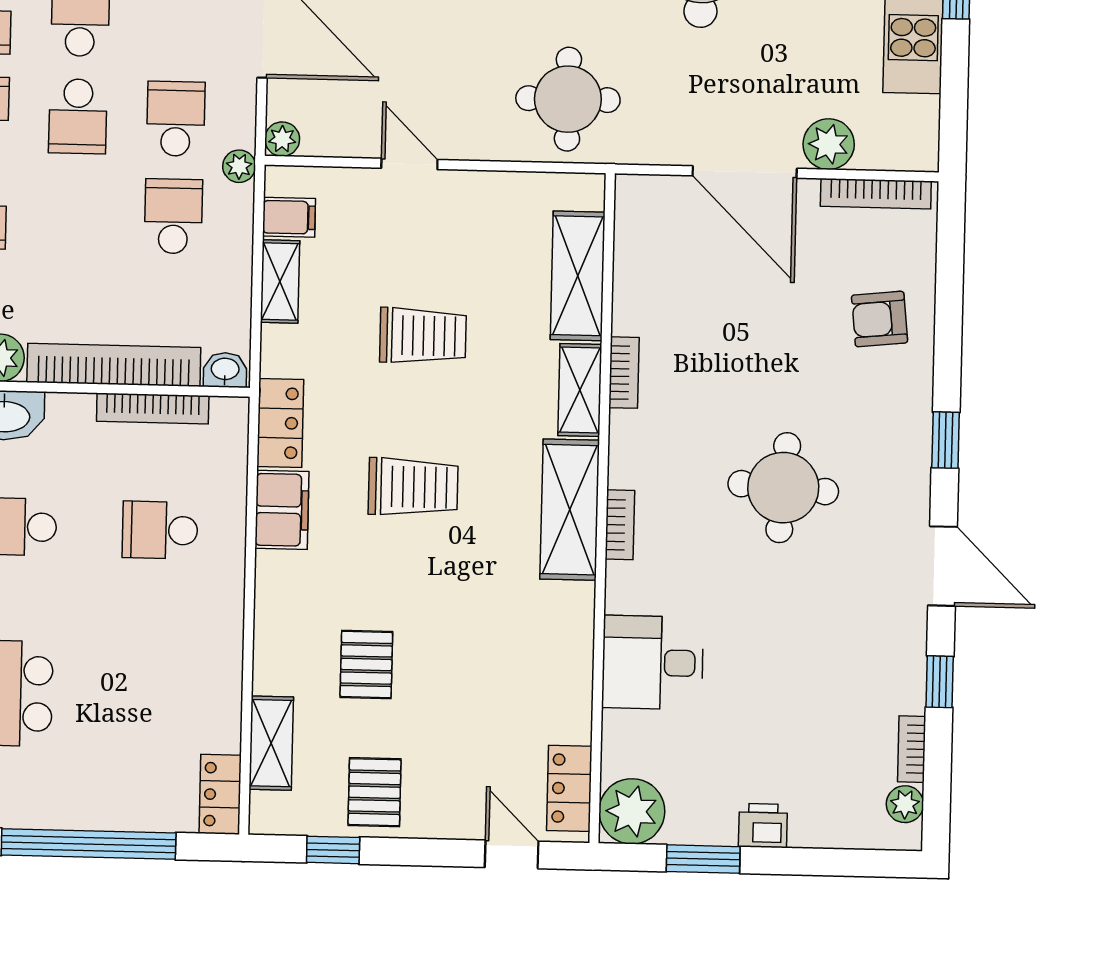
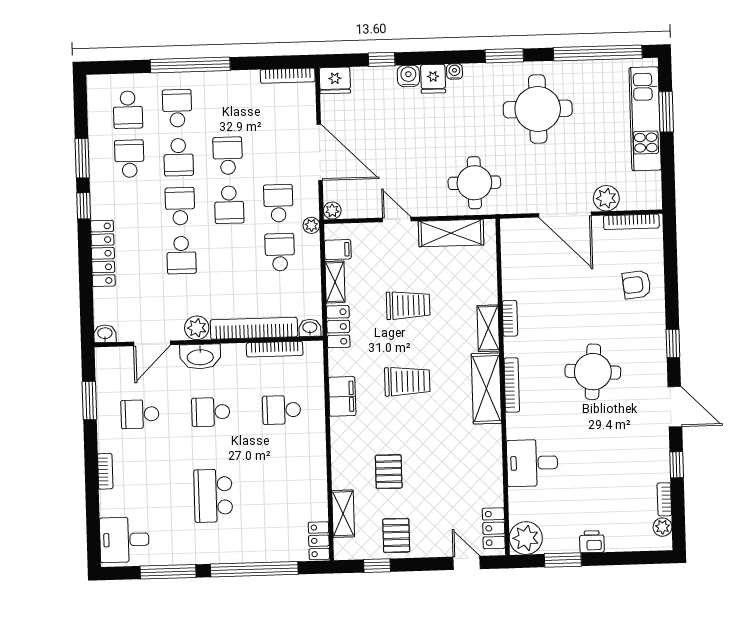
shelving: (578, 276) -> (451, 233), moved, turned 90
locker: (280, 423) -> (338, 327), moved
bookcase: (620, 525) -> (512, 385), width x1.56

